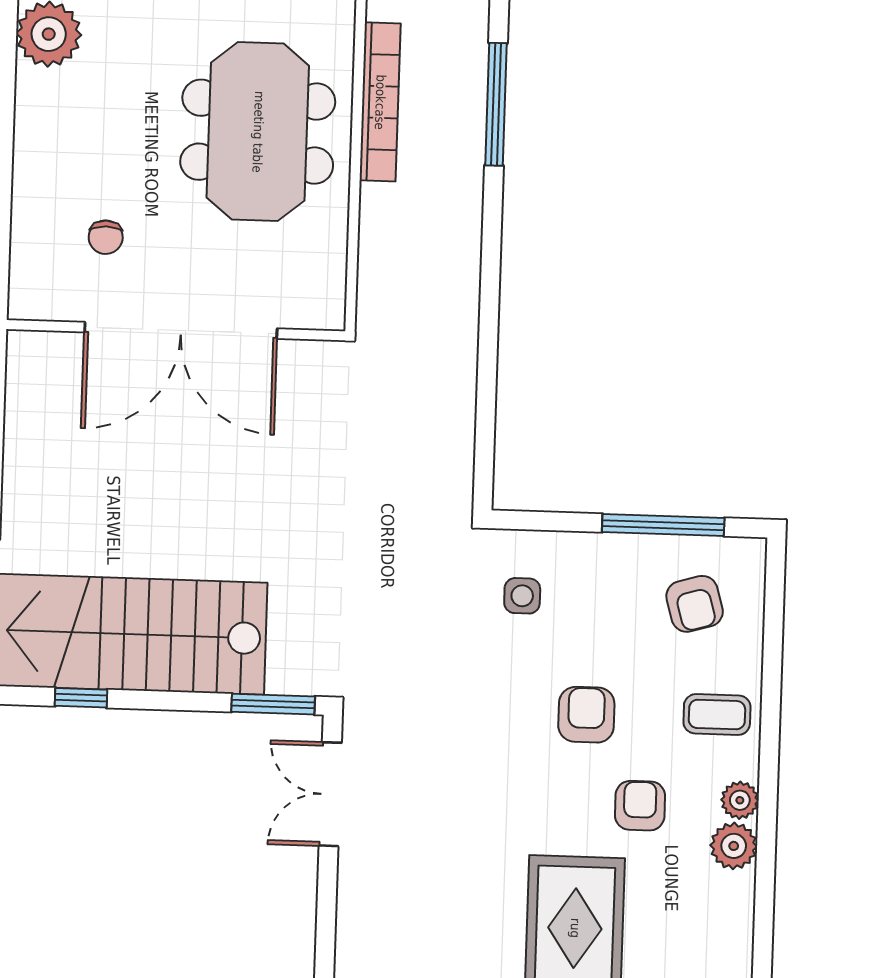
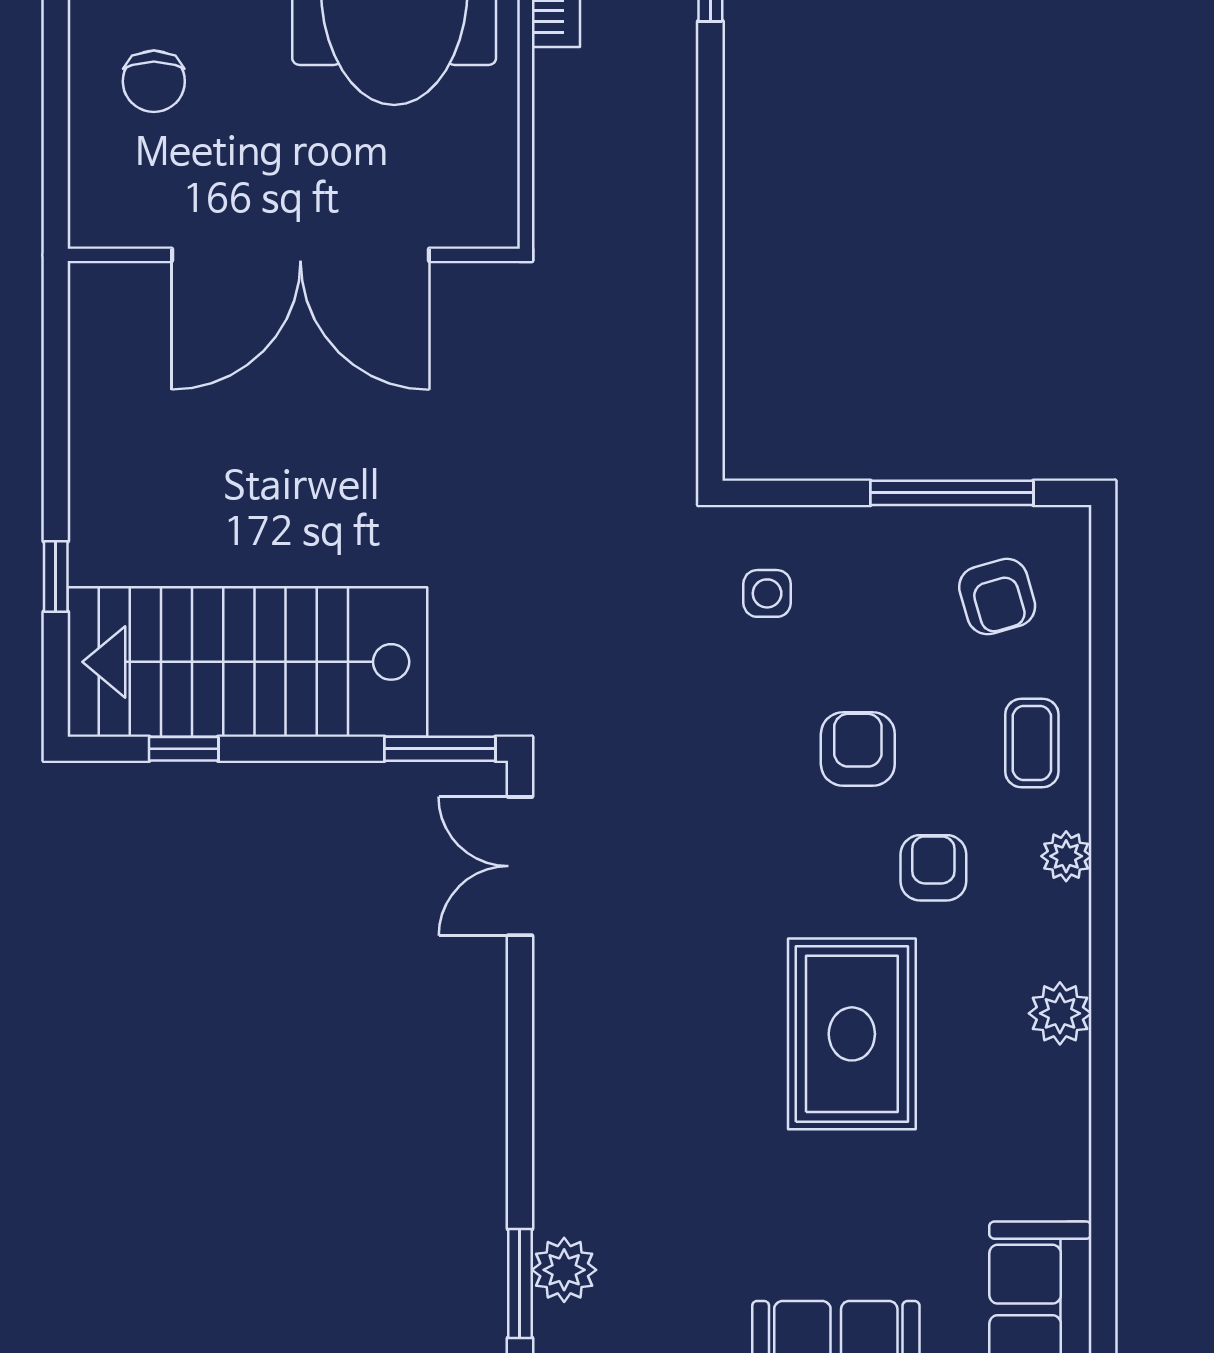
chair: (106, 237) -> (154, 81), moved, width x1.37, depth x1.37
coffee table: (717, 715) -> (1032, 743), turned 90
plant: (734, 846) -> (1060, 1013), moved

